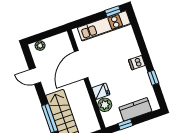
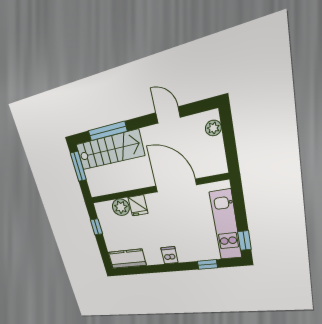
door: (35, 76) -> (168, 115), hinge flipped
window: (153, 78) -> (207, 264), moved
kitchen counter: (135, 109) -> (127, 259), moved, turned -90

